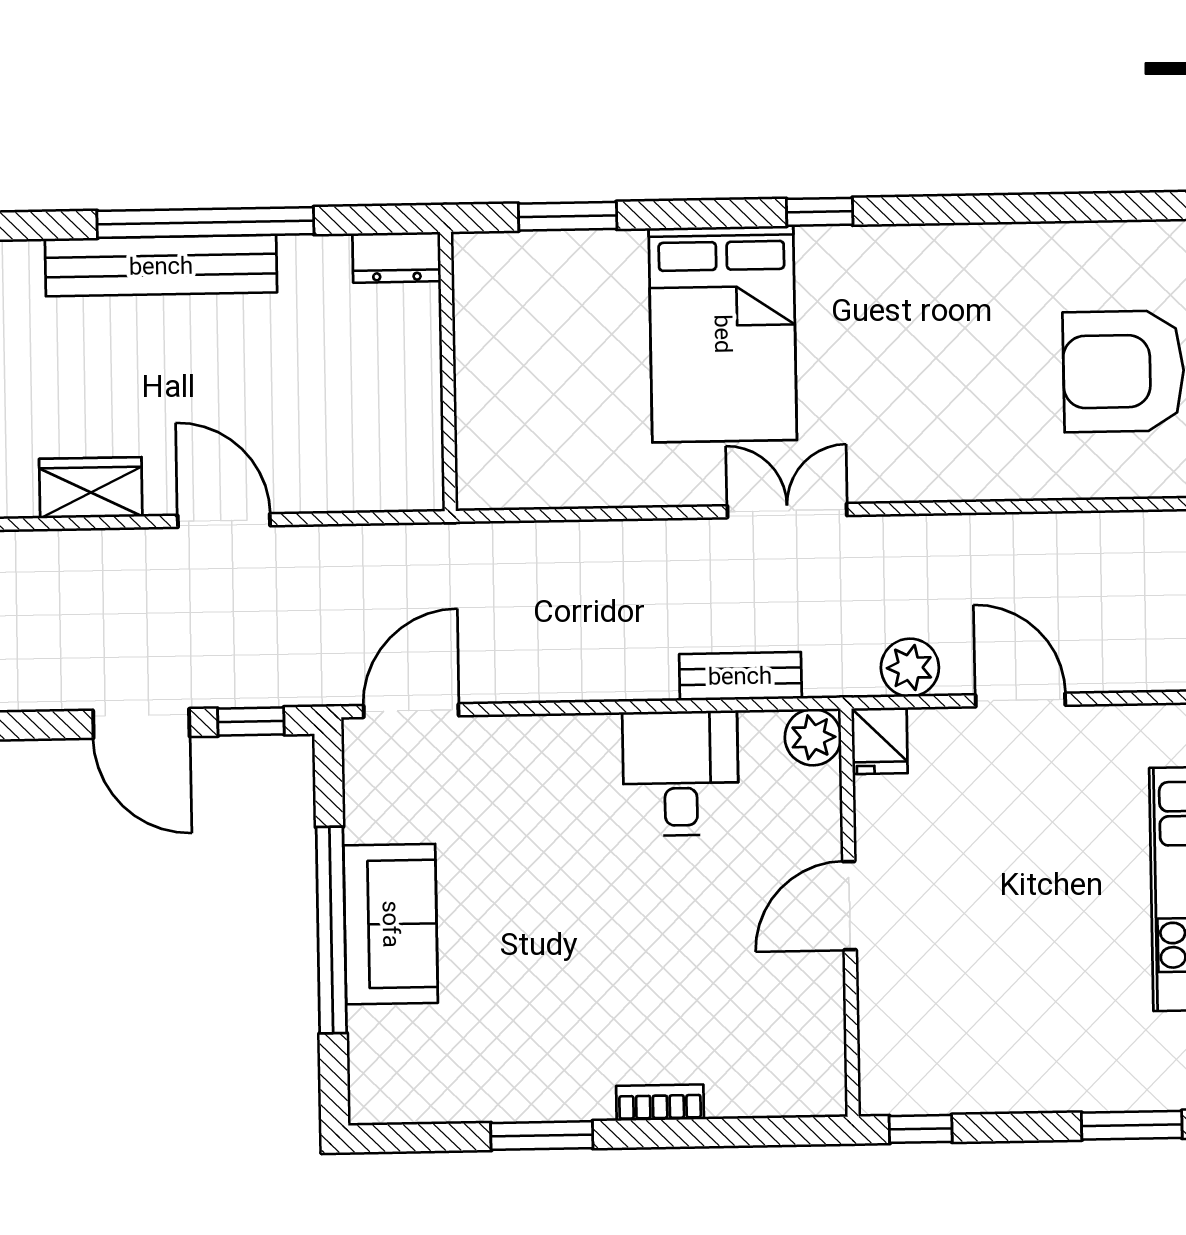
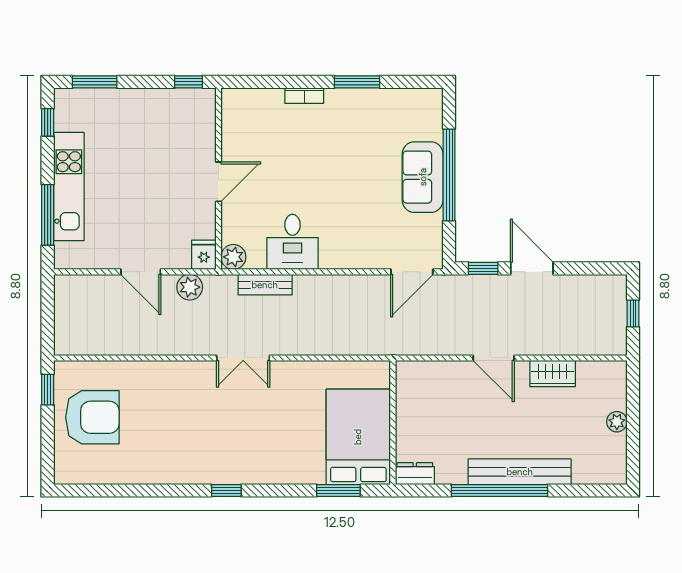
bed: (723, 334) -> (358, 437), moved

